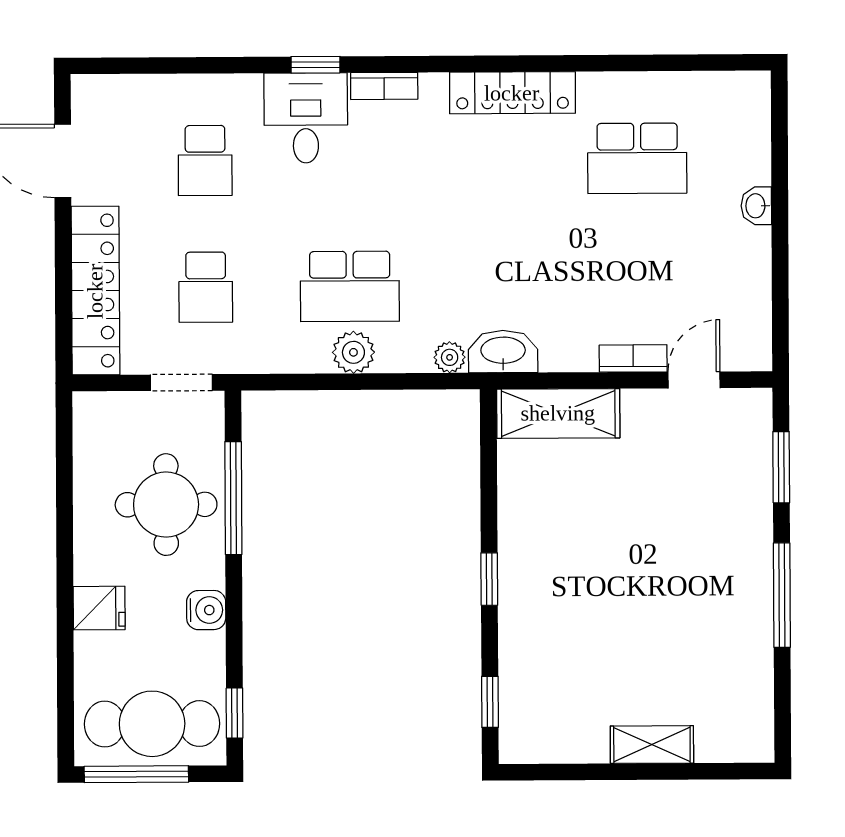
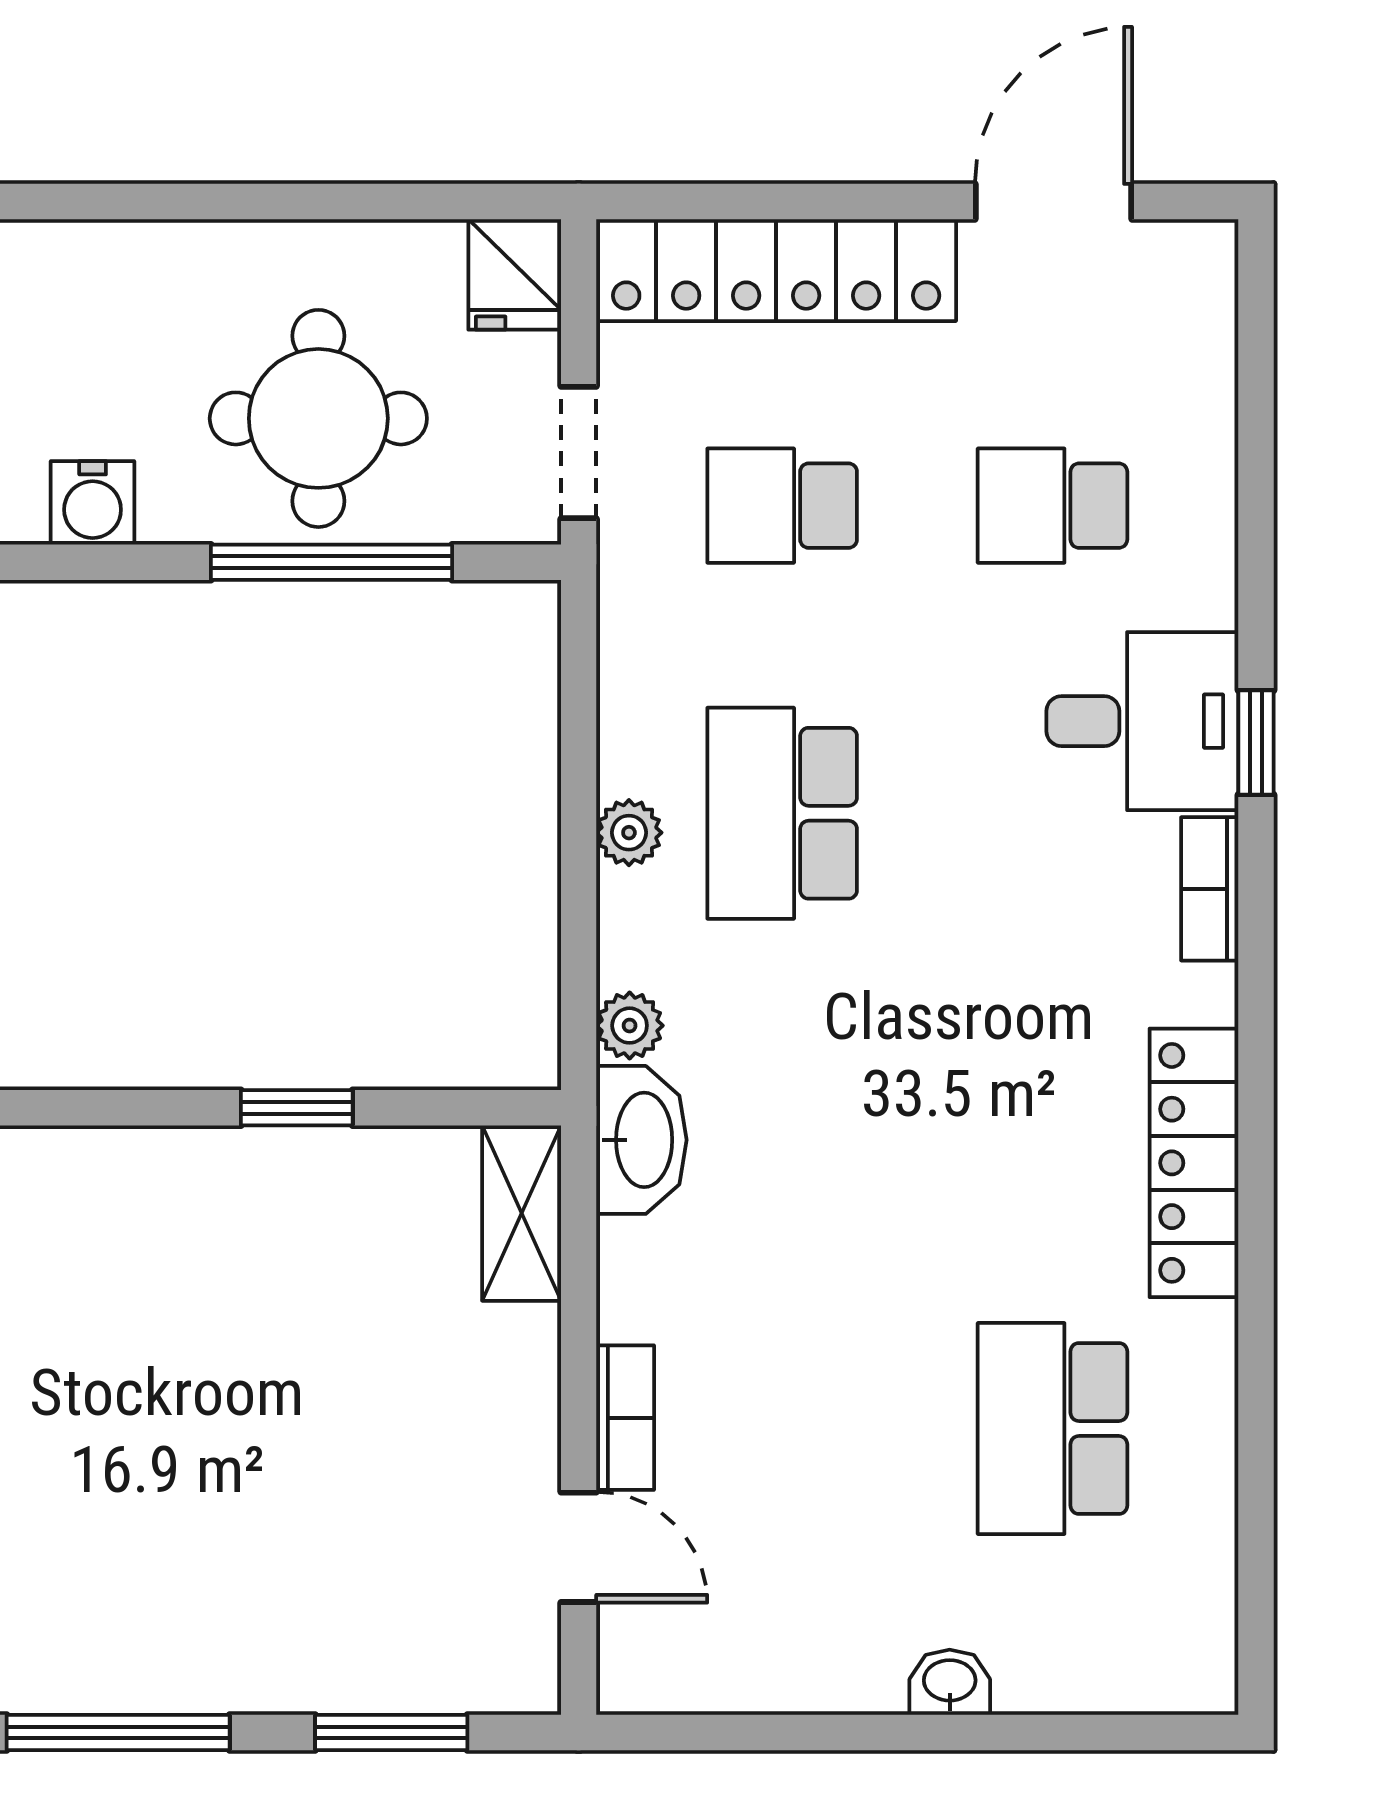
plant: (353, 352) -> (629, 833), width x0.73, depth x0.73
shelving: (558, 413) -> (522, 1213), width x0.67, depth x0.75
window: (489, 579) -> (297, 1108), moved
fridge: (99, 608) -> (515, 274), moved

